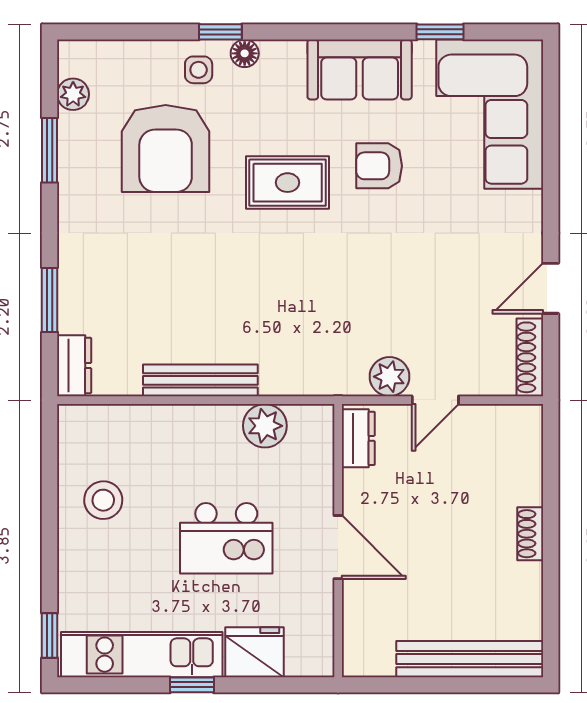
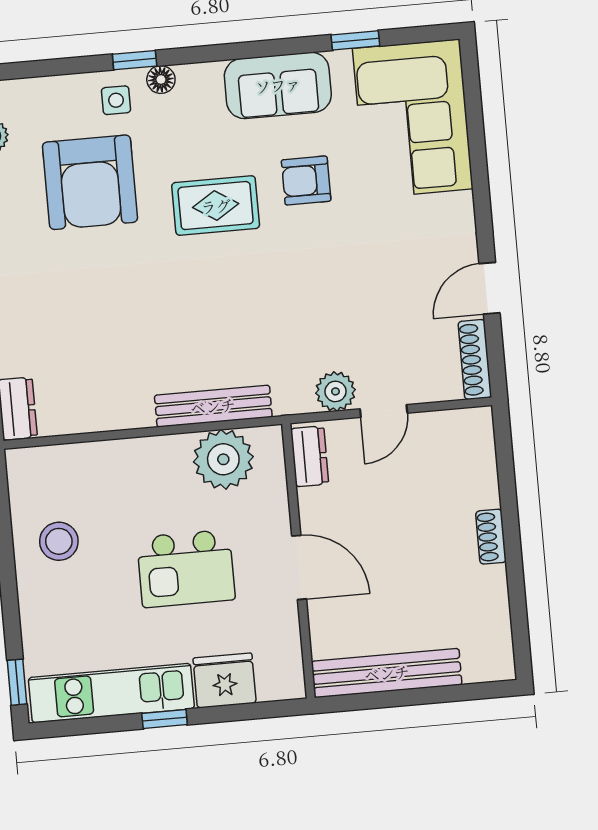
bench: (200, 380) -> (213, 406), moved
plant: (265, 426) -> (223, 459), width x1.36, depth x1.36
bench: (470, 659) -> (387, 673), moved

